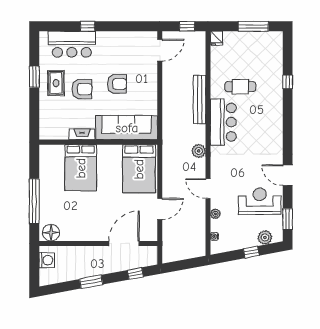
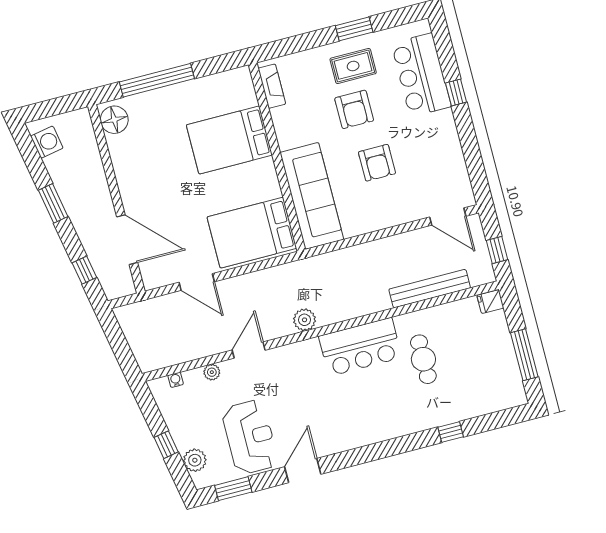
bench: (200, 100) -> (430, 289), moved
fireplace: (82, 134) -> (272, 86), moved
washing machine: (47, 260) -> (47, 142), moved, turned -100

